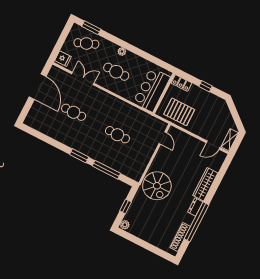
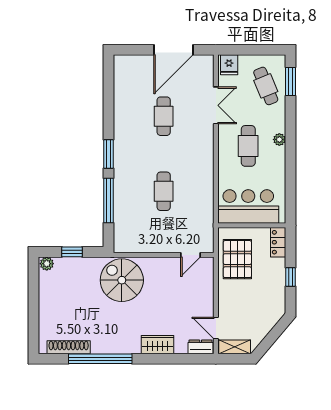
wardrobe: (205, 184) -> (157, 345), width x0.67
spiral stairs: (157, 186) -> (122, 280), turned 90
dresser: (195, 207) -> (201, 347), moved

